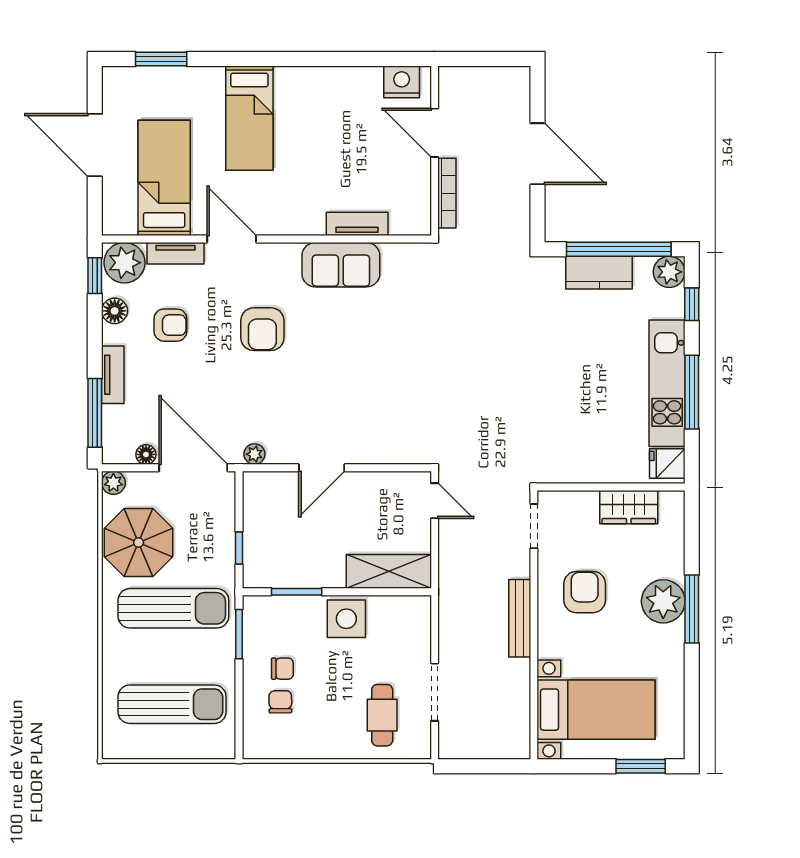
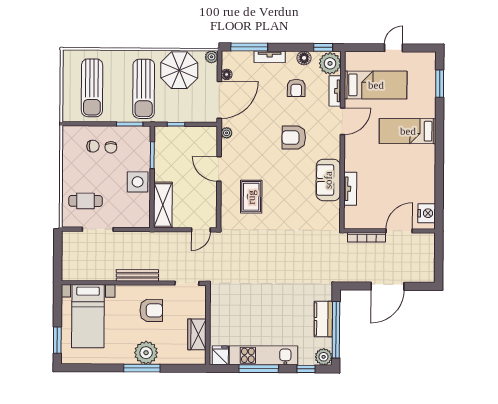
door: (95, 145) -> (393, 48), width x0.53
rug: (373, 408) -> (251, 197), added

